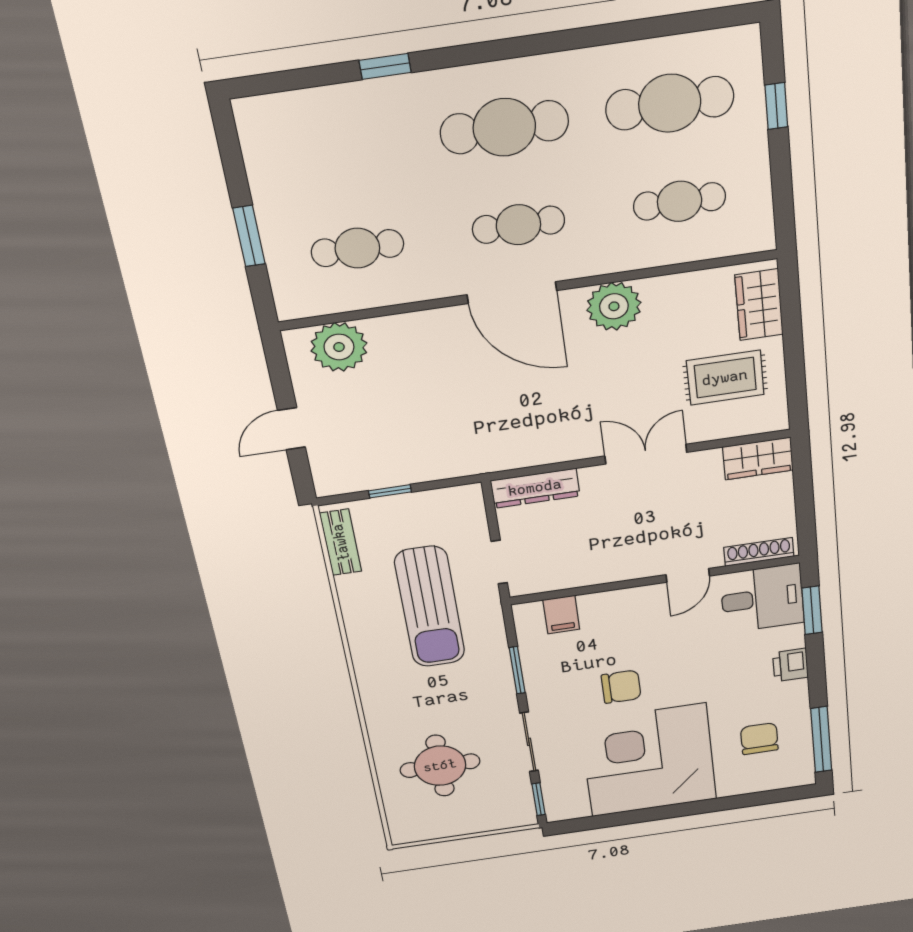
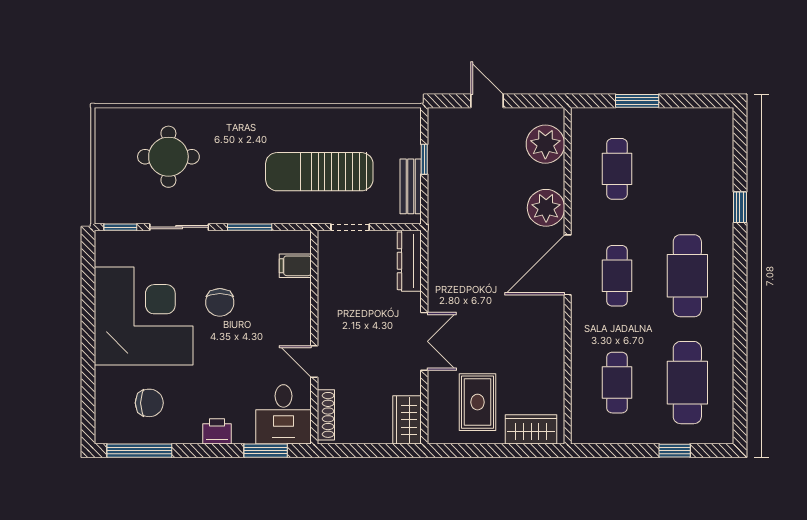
plant: (614, 306) -> (546, 208), moved
bench: (341, 542) -> (411, 186), moved, turned 90

